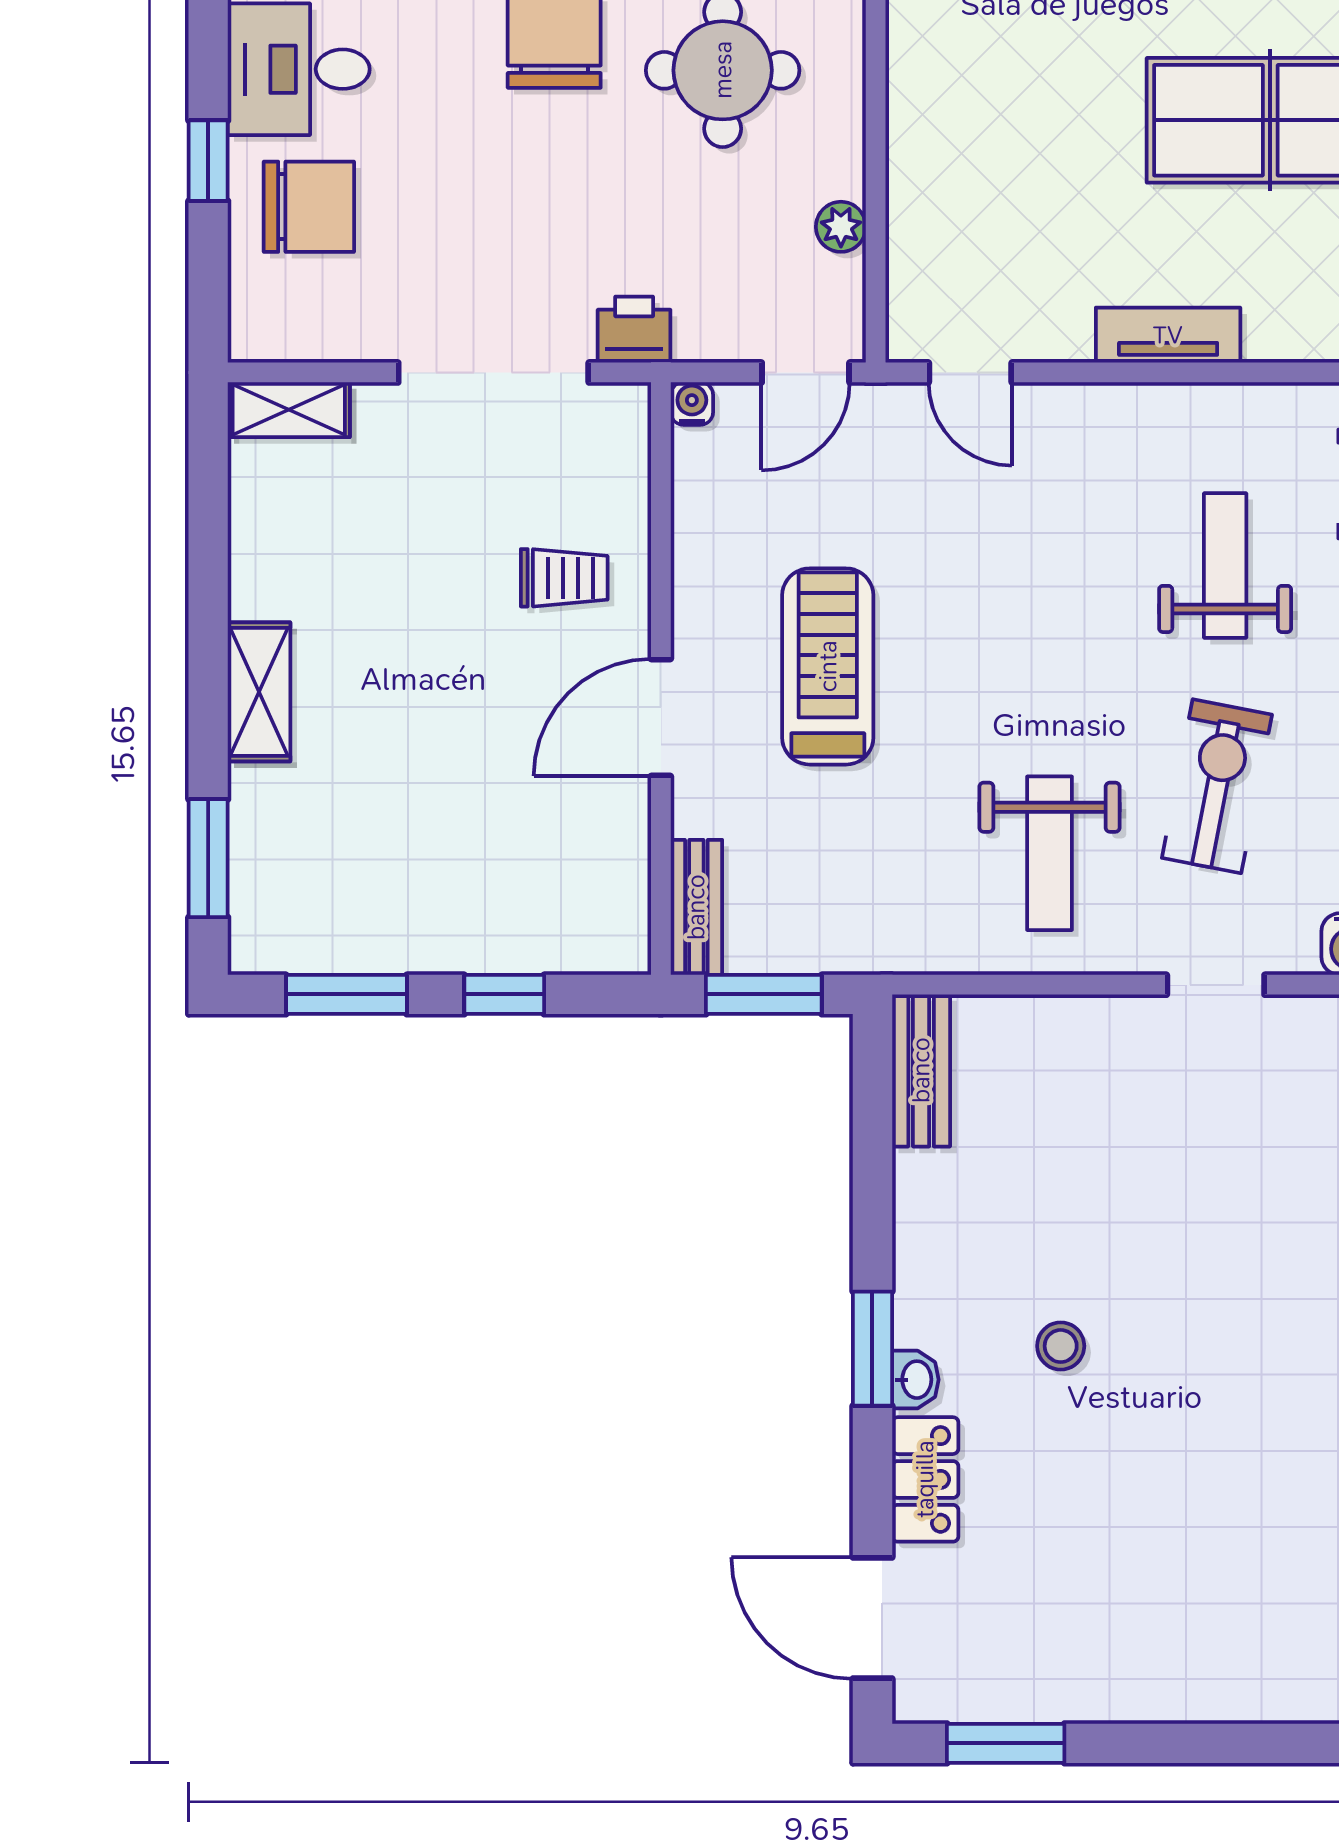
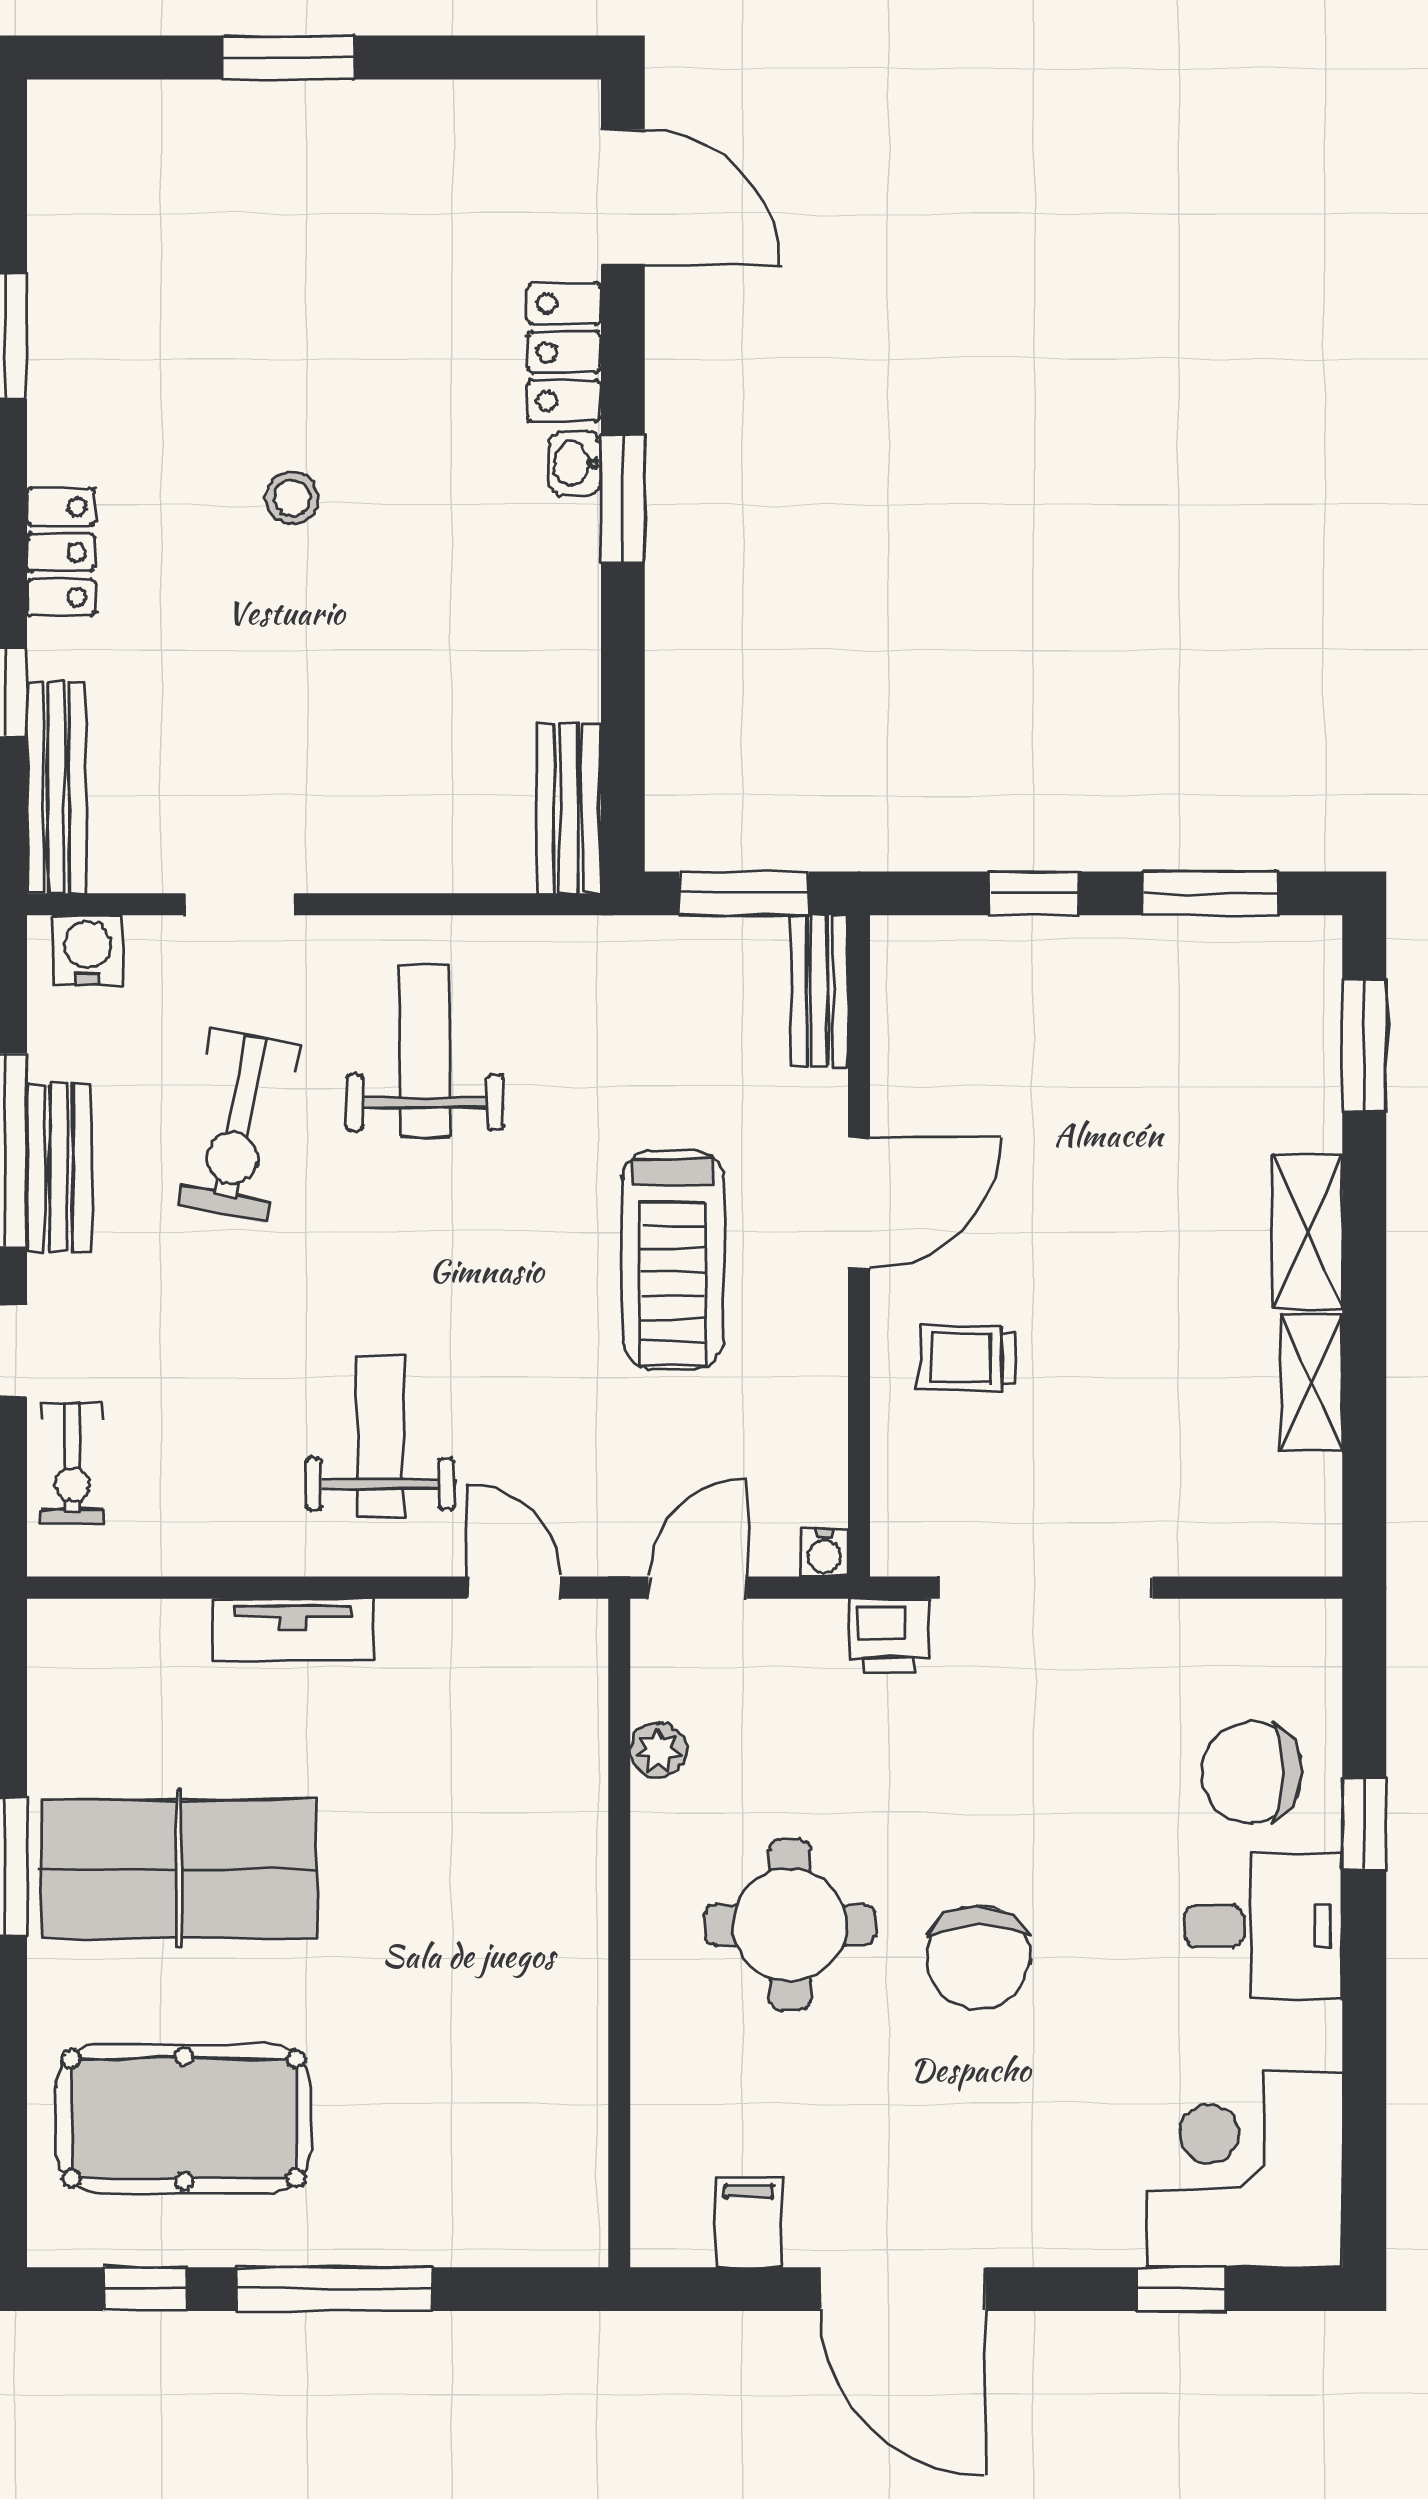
shelving: (289, 410) -> (1312, 1383), moved, turned 90
weight bench: (1225, 566) -> (380, 1435), moved, turned 180
stool: (1061, 1346) -> (292, 498), moved
window: (1006, 1743) -> (288, 57), moved

